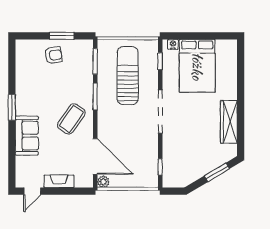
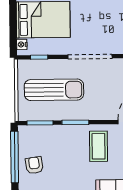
window: (62, 36) -> (15, 157), width x2.11
sun lounger: (128, 76) -> (54, 90), turned 180
coffee table: (71, 119) -> (98, 146), turned 55

